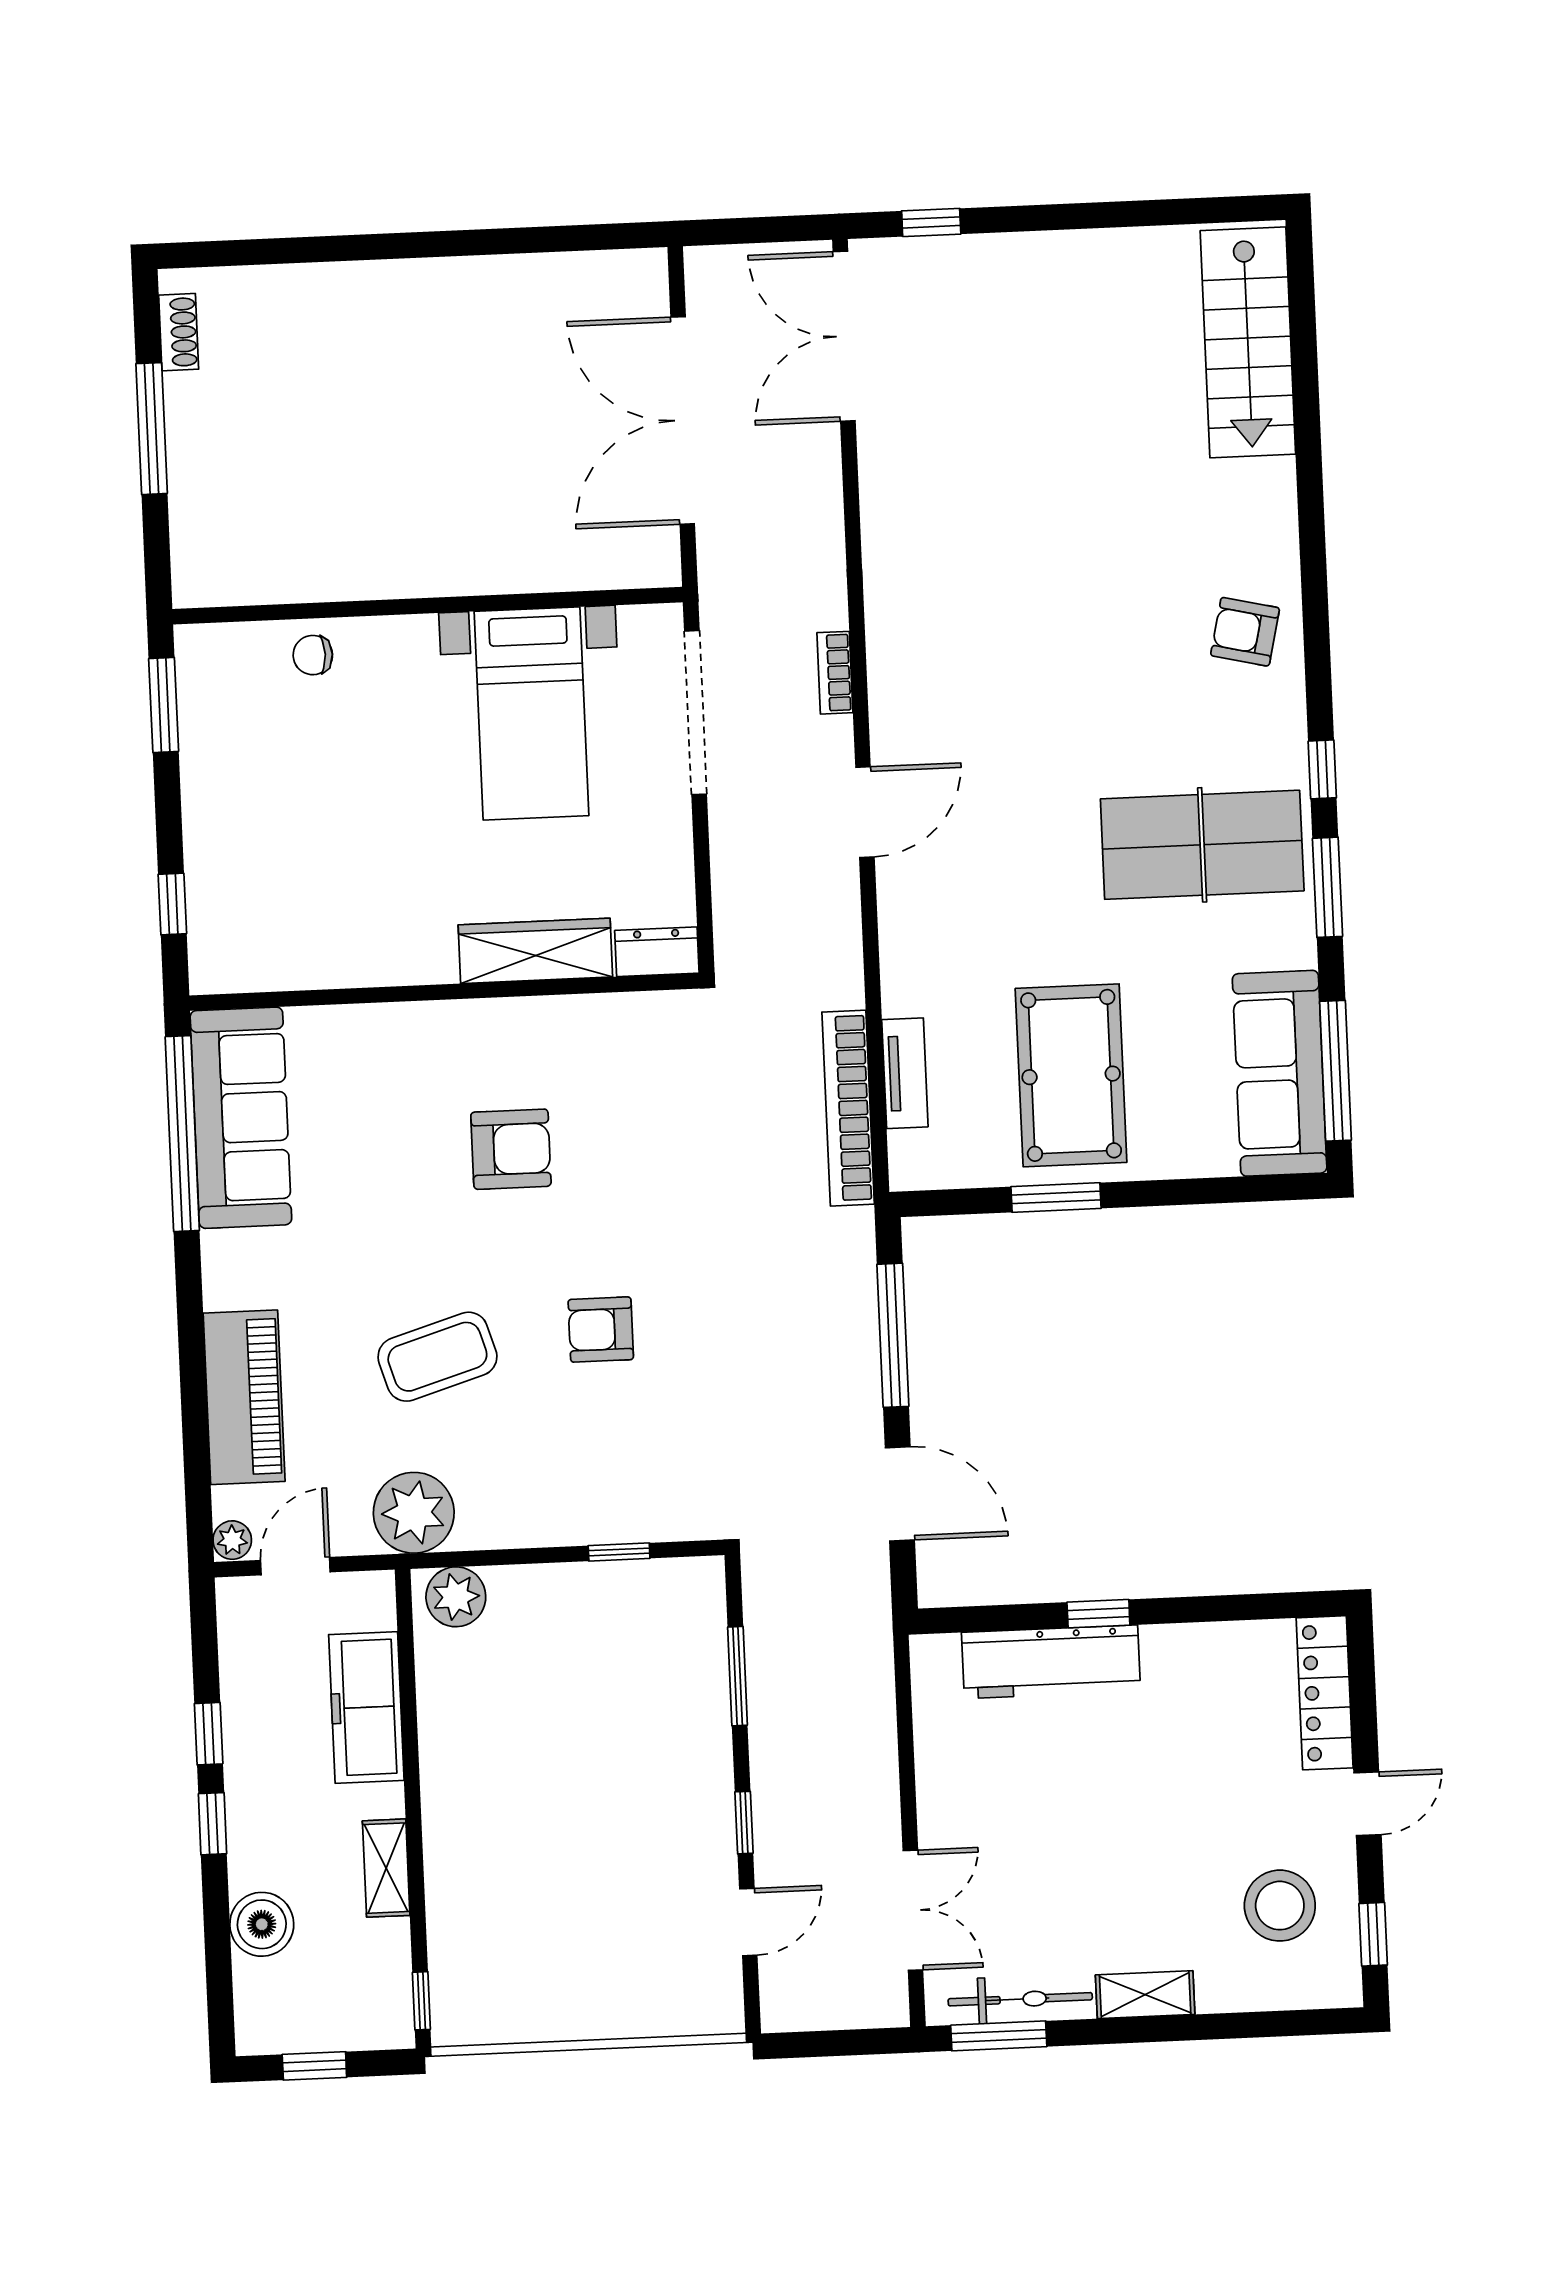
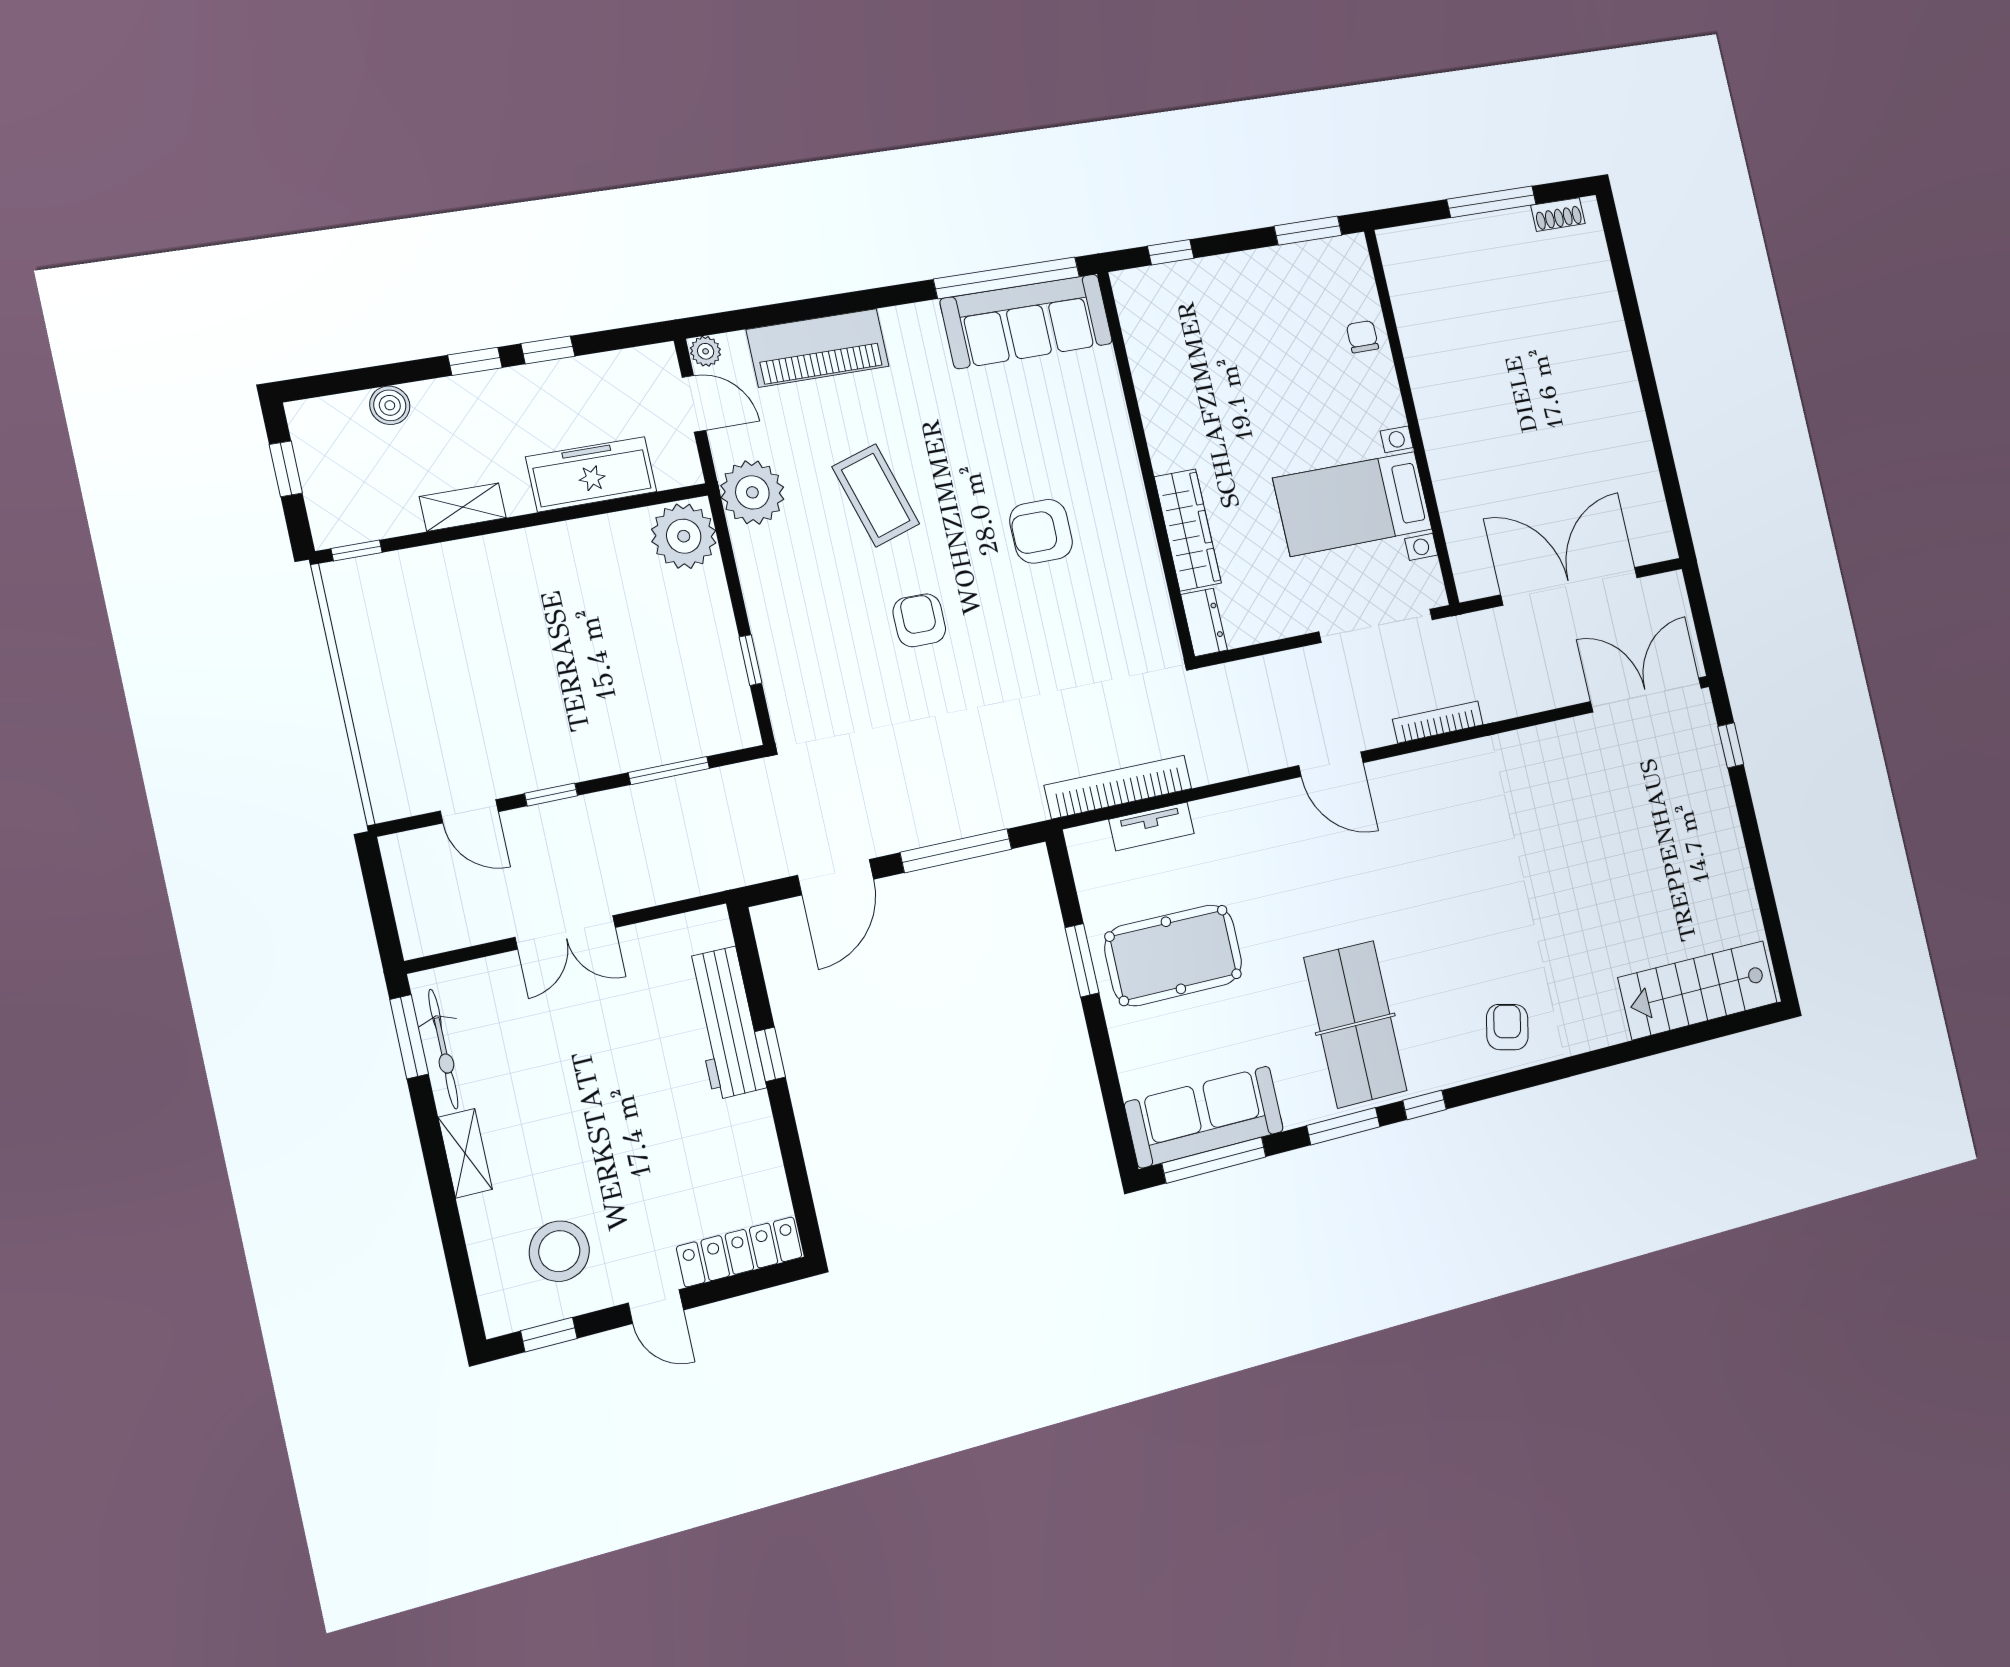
bookcase: (835, 673) -> (1438, 722), width x1.56
armchair: (511, 1149) -> (1041, 531), turned 90
plant: (456, 1597) -> (684, 536), width x1.36, depth x1.36
double door: (913, 1910) -> (565, 932), moved
boiler: (262, 1924) -> (390, 405), width x0.73, depth x0.73

